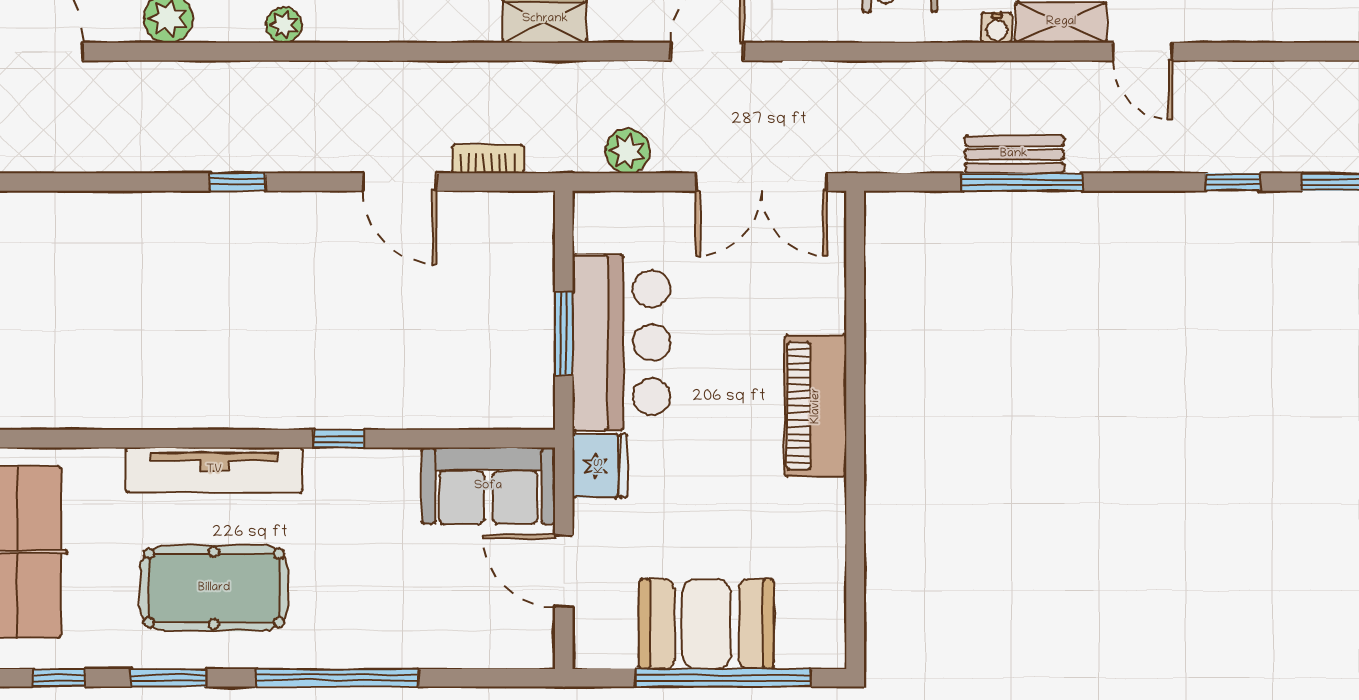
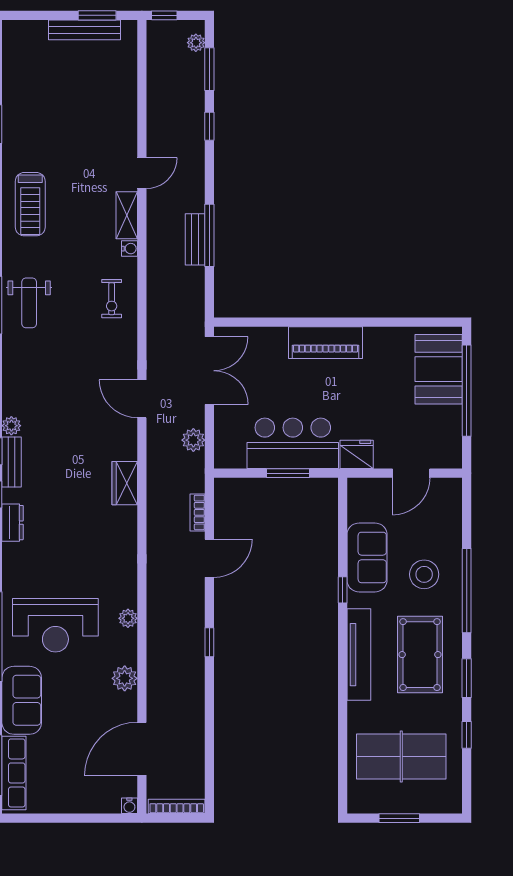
sofa: (488, 486) -> (367, 557), moved
stool: (369, 596) -> (424, 574), added
booth: (707, 624) -> (439, 369), moved

